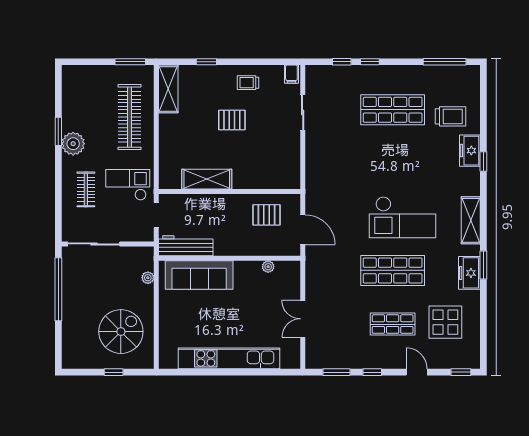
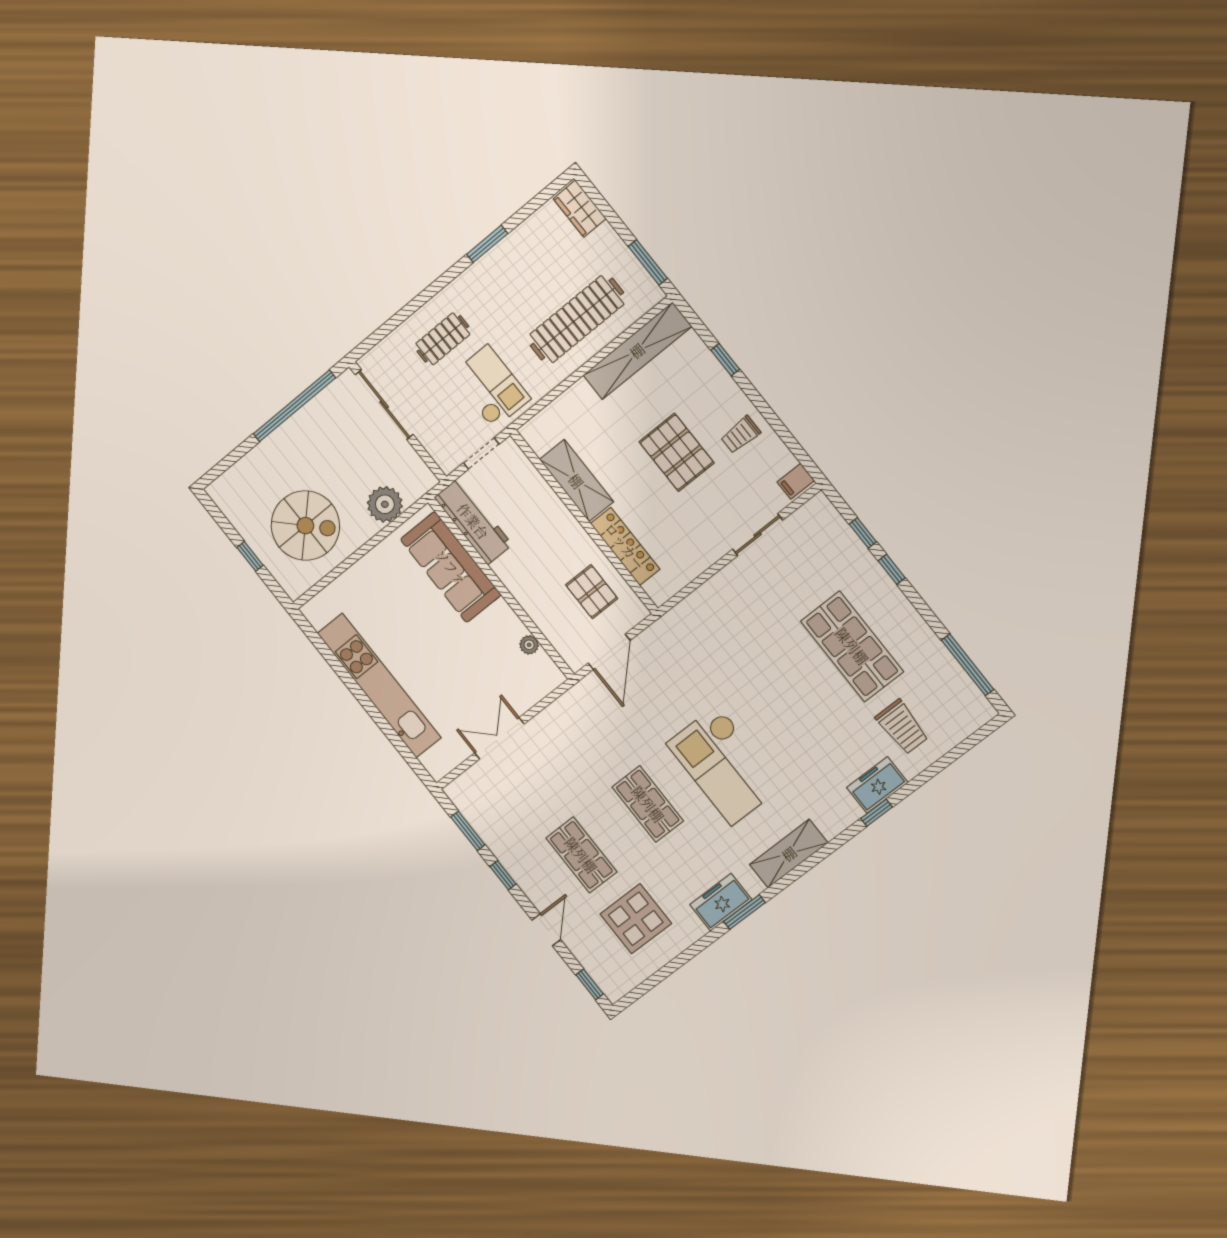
wardrobe: (78, 74) -> (580, 209), added
trolley: (248, 83) -> (741, 435), turned -90
shelving: (168, 89) -> (637, 351), width x1.47
pallet: (232, 120) -> (677, 452), width x1.50, depth x1.42
plant: (73, 144) -> (487, 275), removed
locker: (257, 181) -> (625, 546), added
shop shelf: (393, 270) -> (648, 804), width x0.70, depth x0.74
plant: (148, 278) -> (385, 504), width x1.88, depth x1.88

